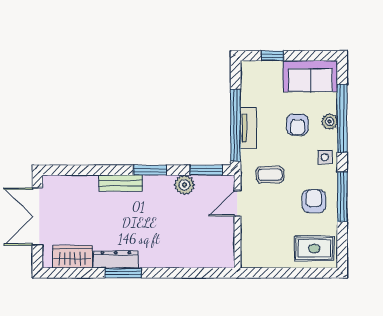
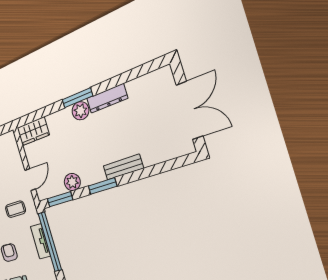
wardrobe: (72, 257) -> (33, 131), moved
plant: (150, 258) -> (80, 111), added
window: (123, 273) -> (77, 98), moved

